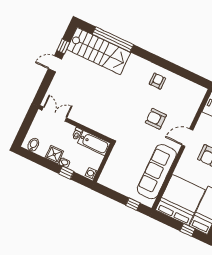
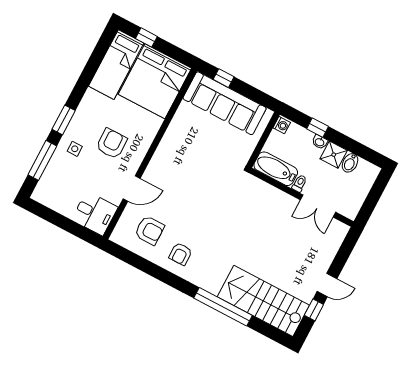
window: (113, 39) -> (223, 307), moved
double door: (54, 114) -> (318, 206), moved
armchair: (156, 119) -> (150, 230), moved
door: (187, 138) -> (132, 189), moved
bidet: (33, 145) -> (350, 163), moved
sofa: (157, 172) -> (225, 103), moved, turned 90

